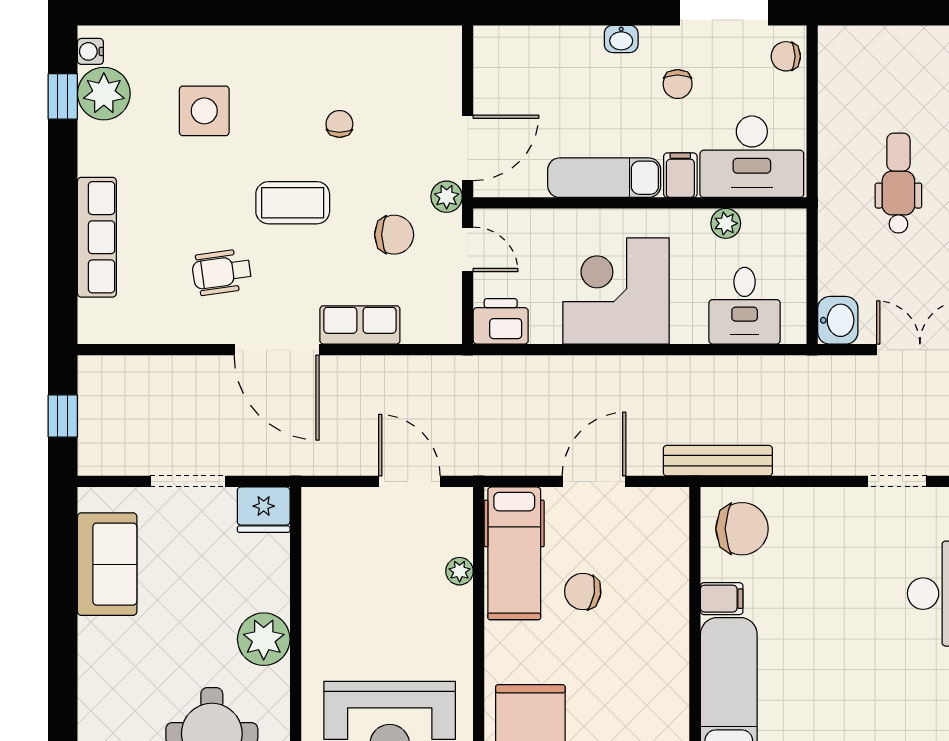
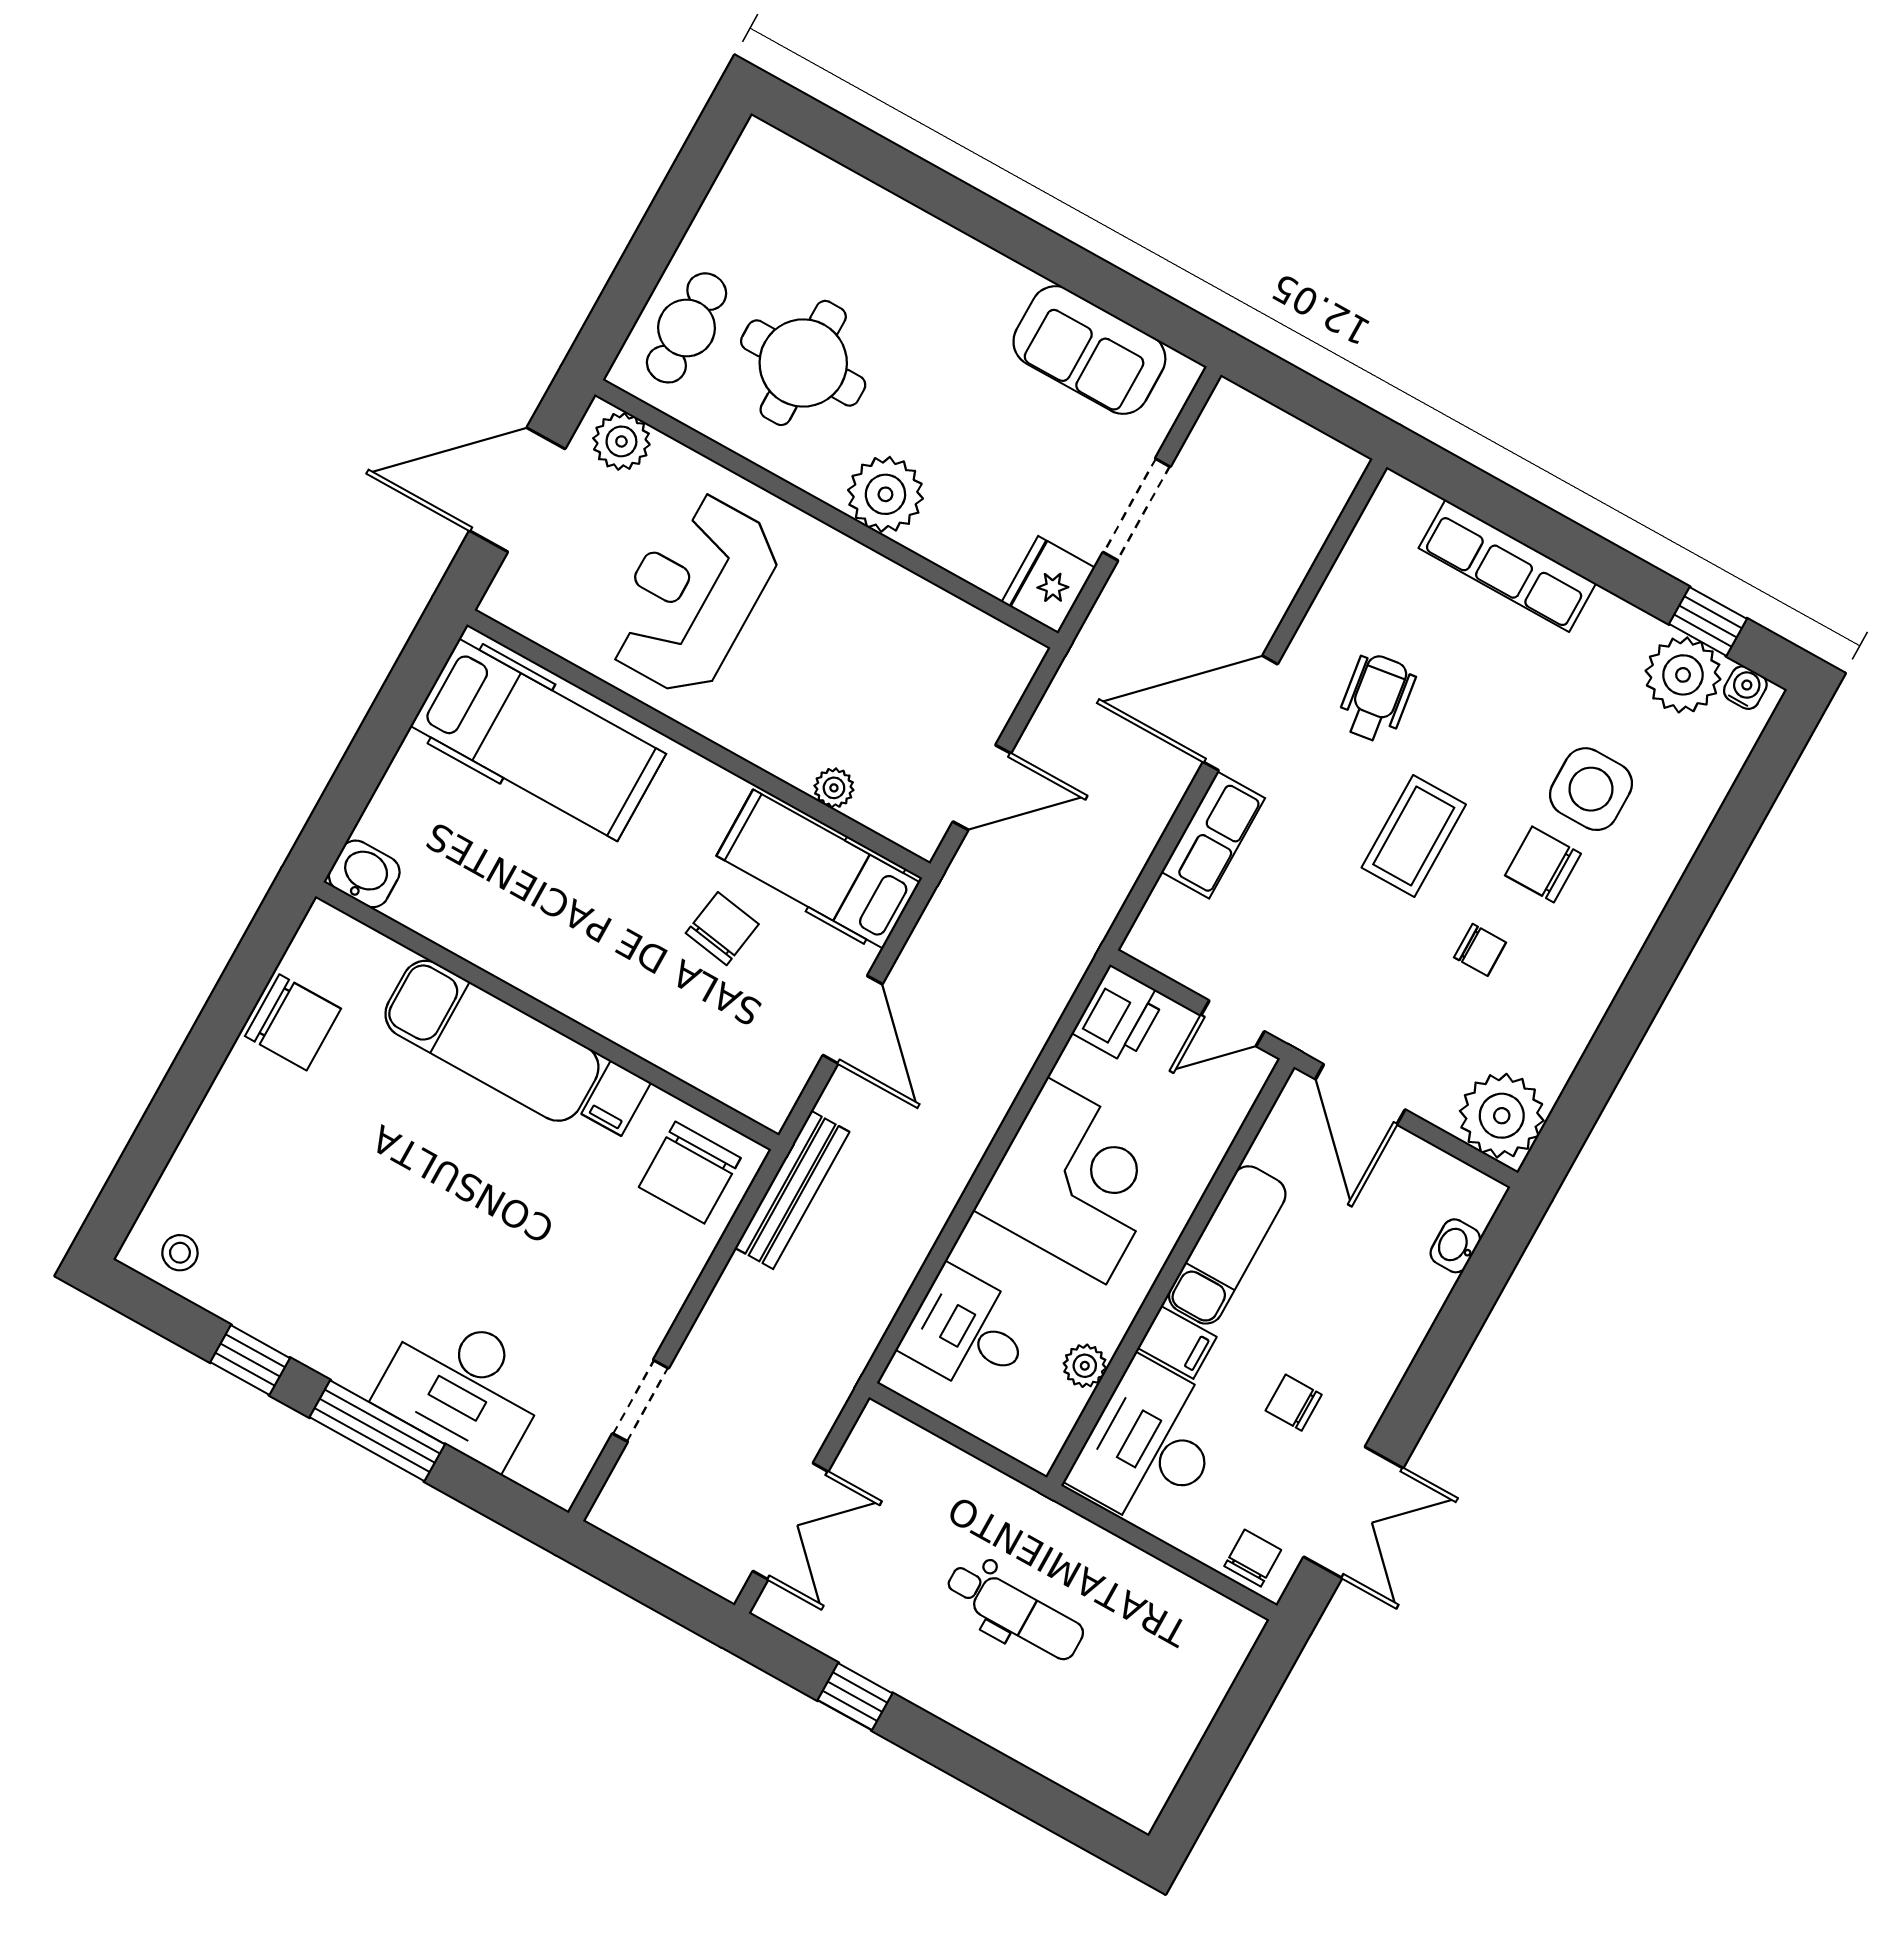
washbasin: (621, 39) -> (1455, 1246), moved
plant: (447, 197) -> (1502, 1116), moved, width x1.87, depth x1.87
chair: (394, 235) -> (1543, 864), moved, turned 90
washbasin: (838, 320) -> (885, 1439), removed
window: (63, 416) -> (1306, 398), removed

